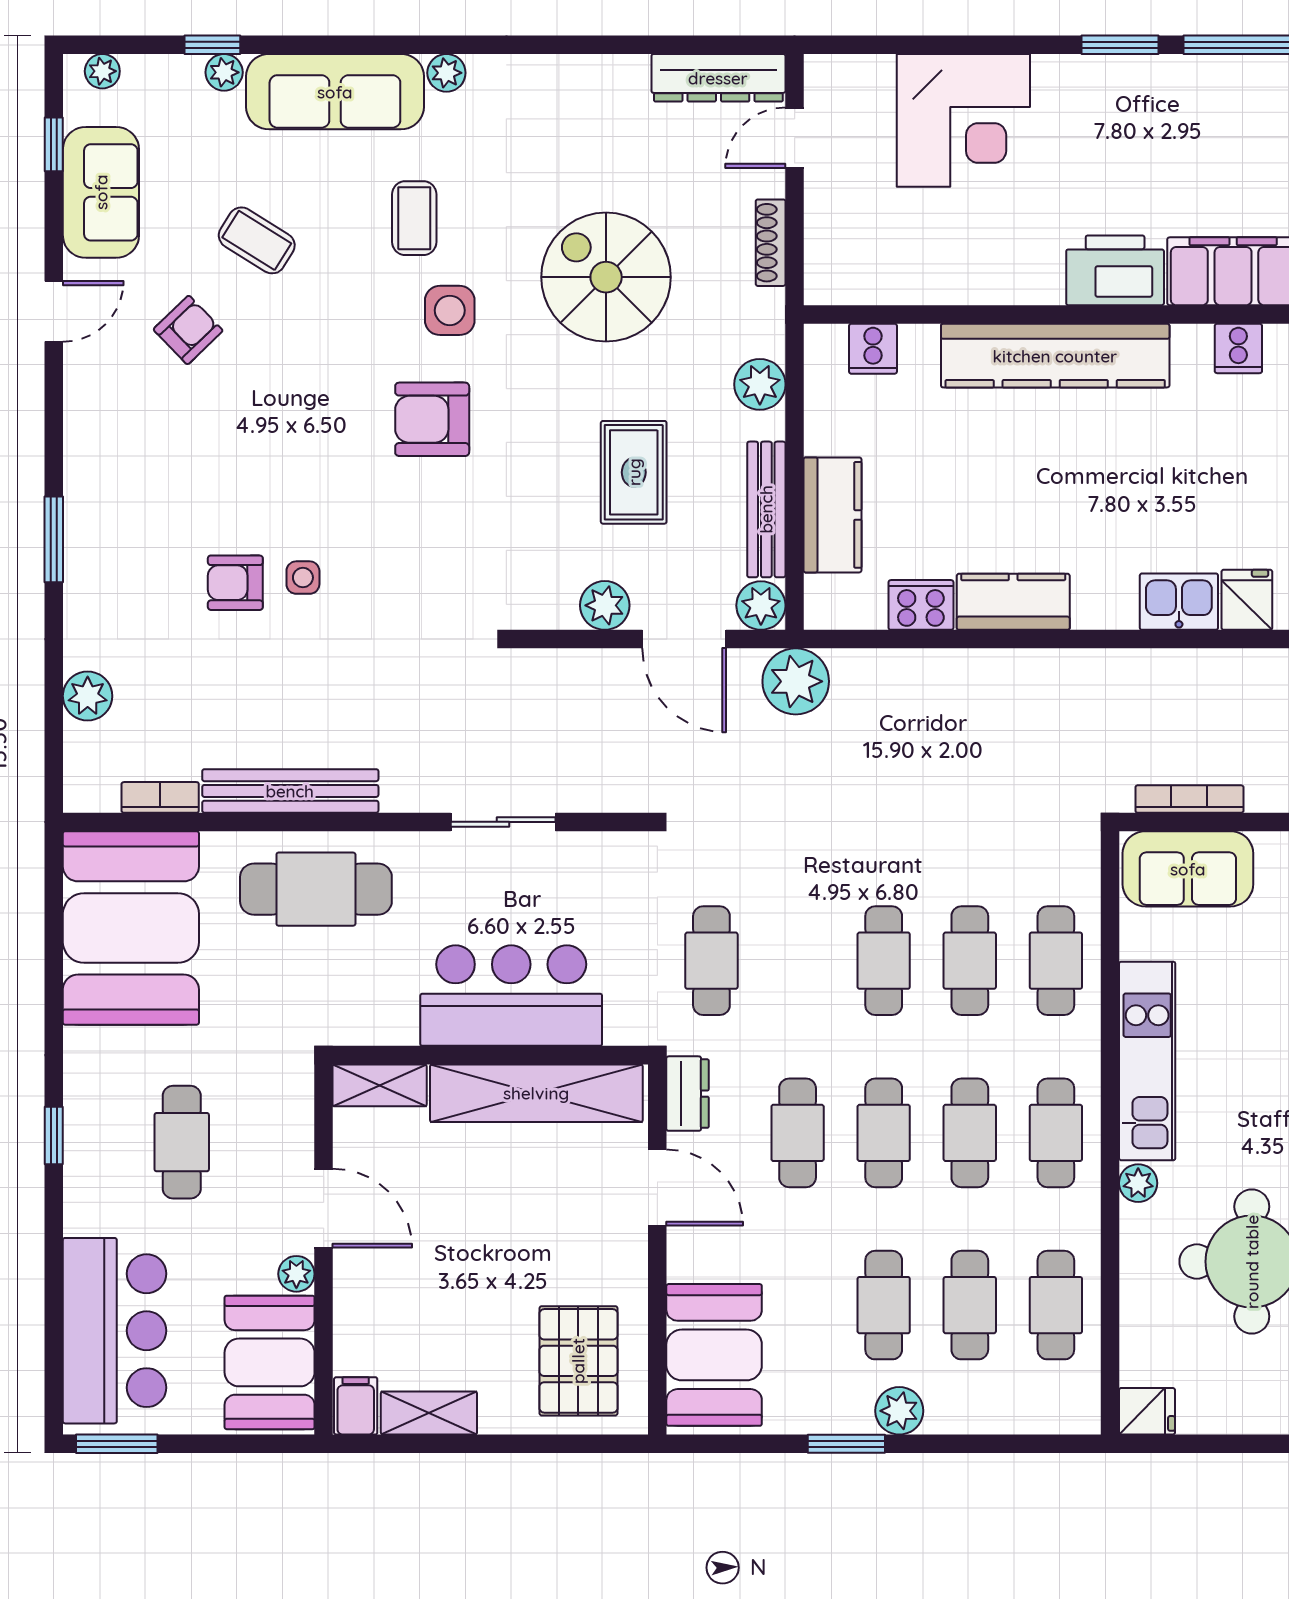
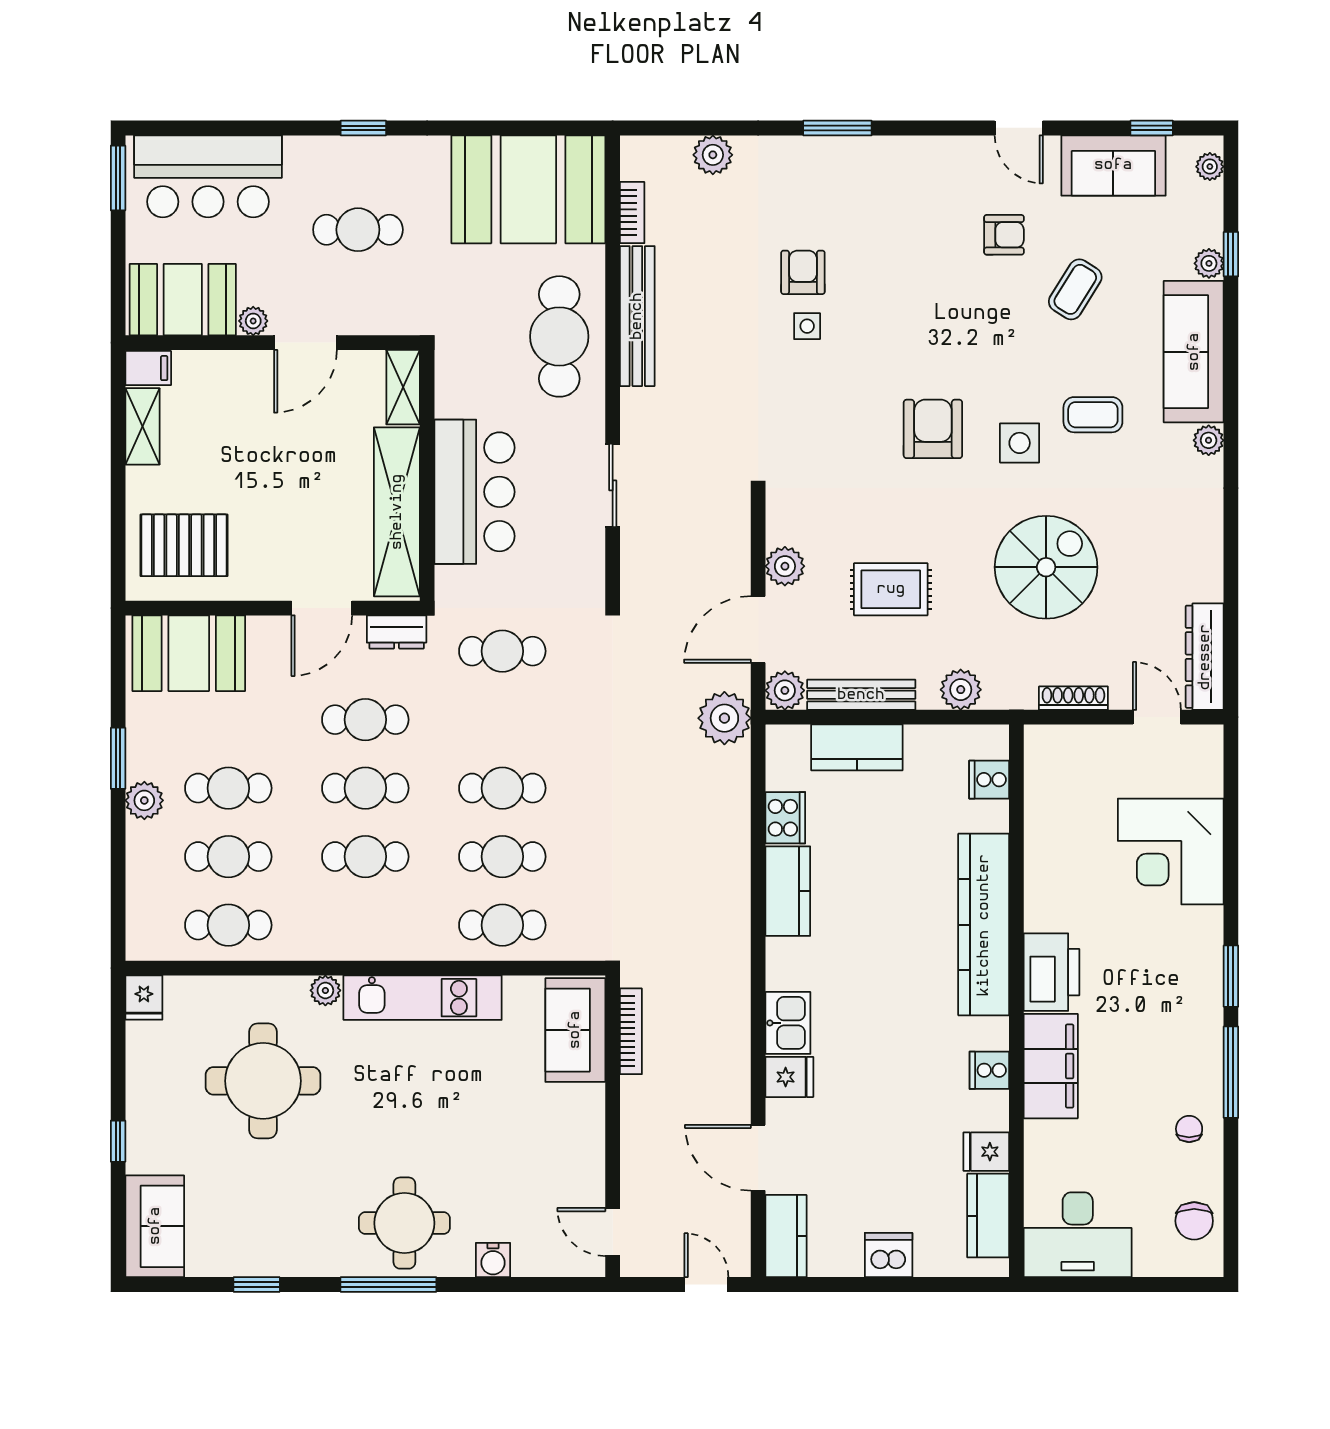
armchair: (188, 330) -> (1004, 235), turned -46
cafe table: (1056, 1133) -> (365, 925), removed

